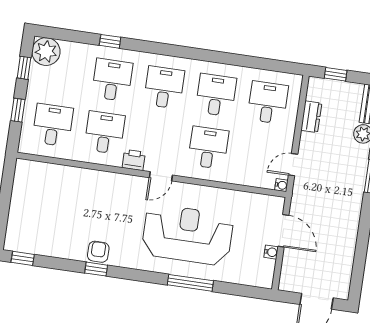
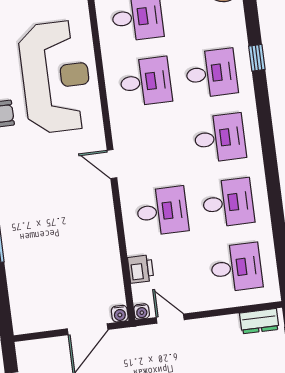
dresser: (311, 117) -> (259, 321), moved
printer: (134, 160) -> (141, 269), moved
reception desk: (188, 235) -> (56, 77), moved
water cooler: (271, 252) -> (120, 314), moved

